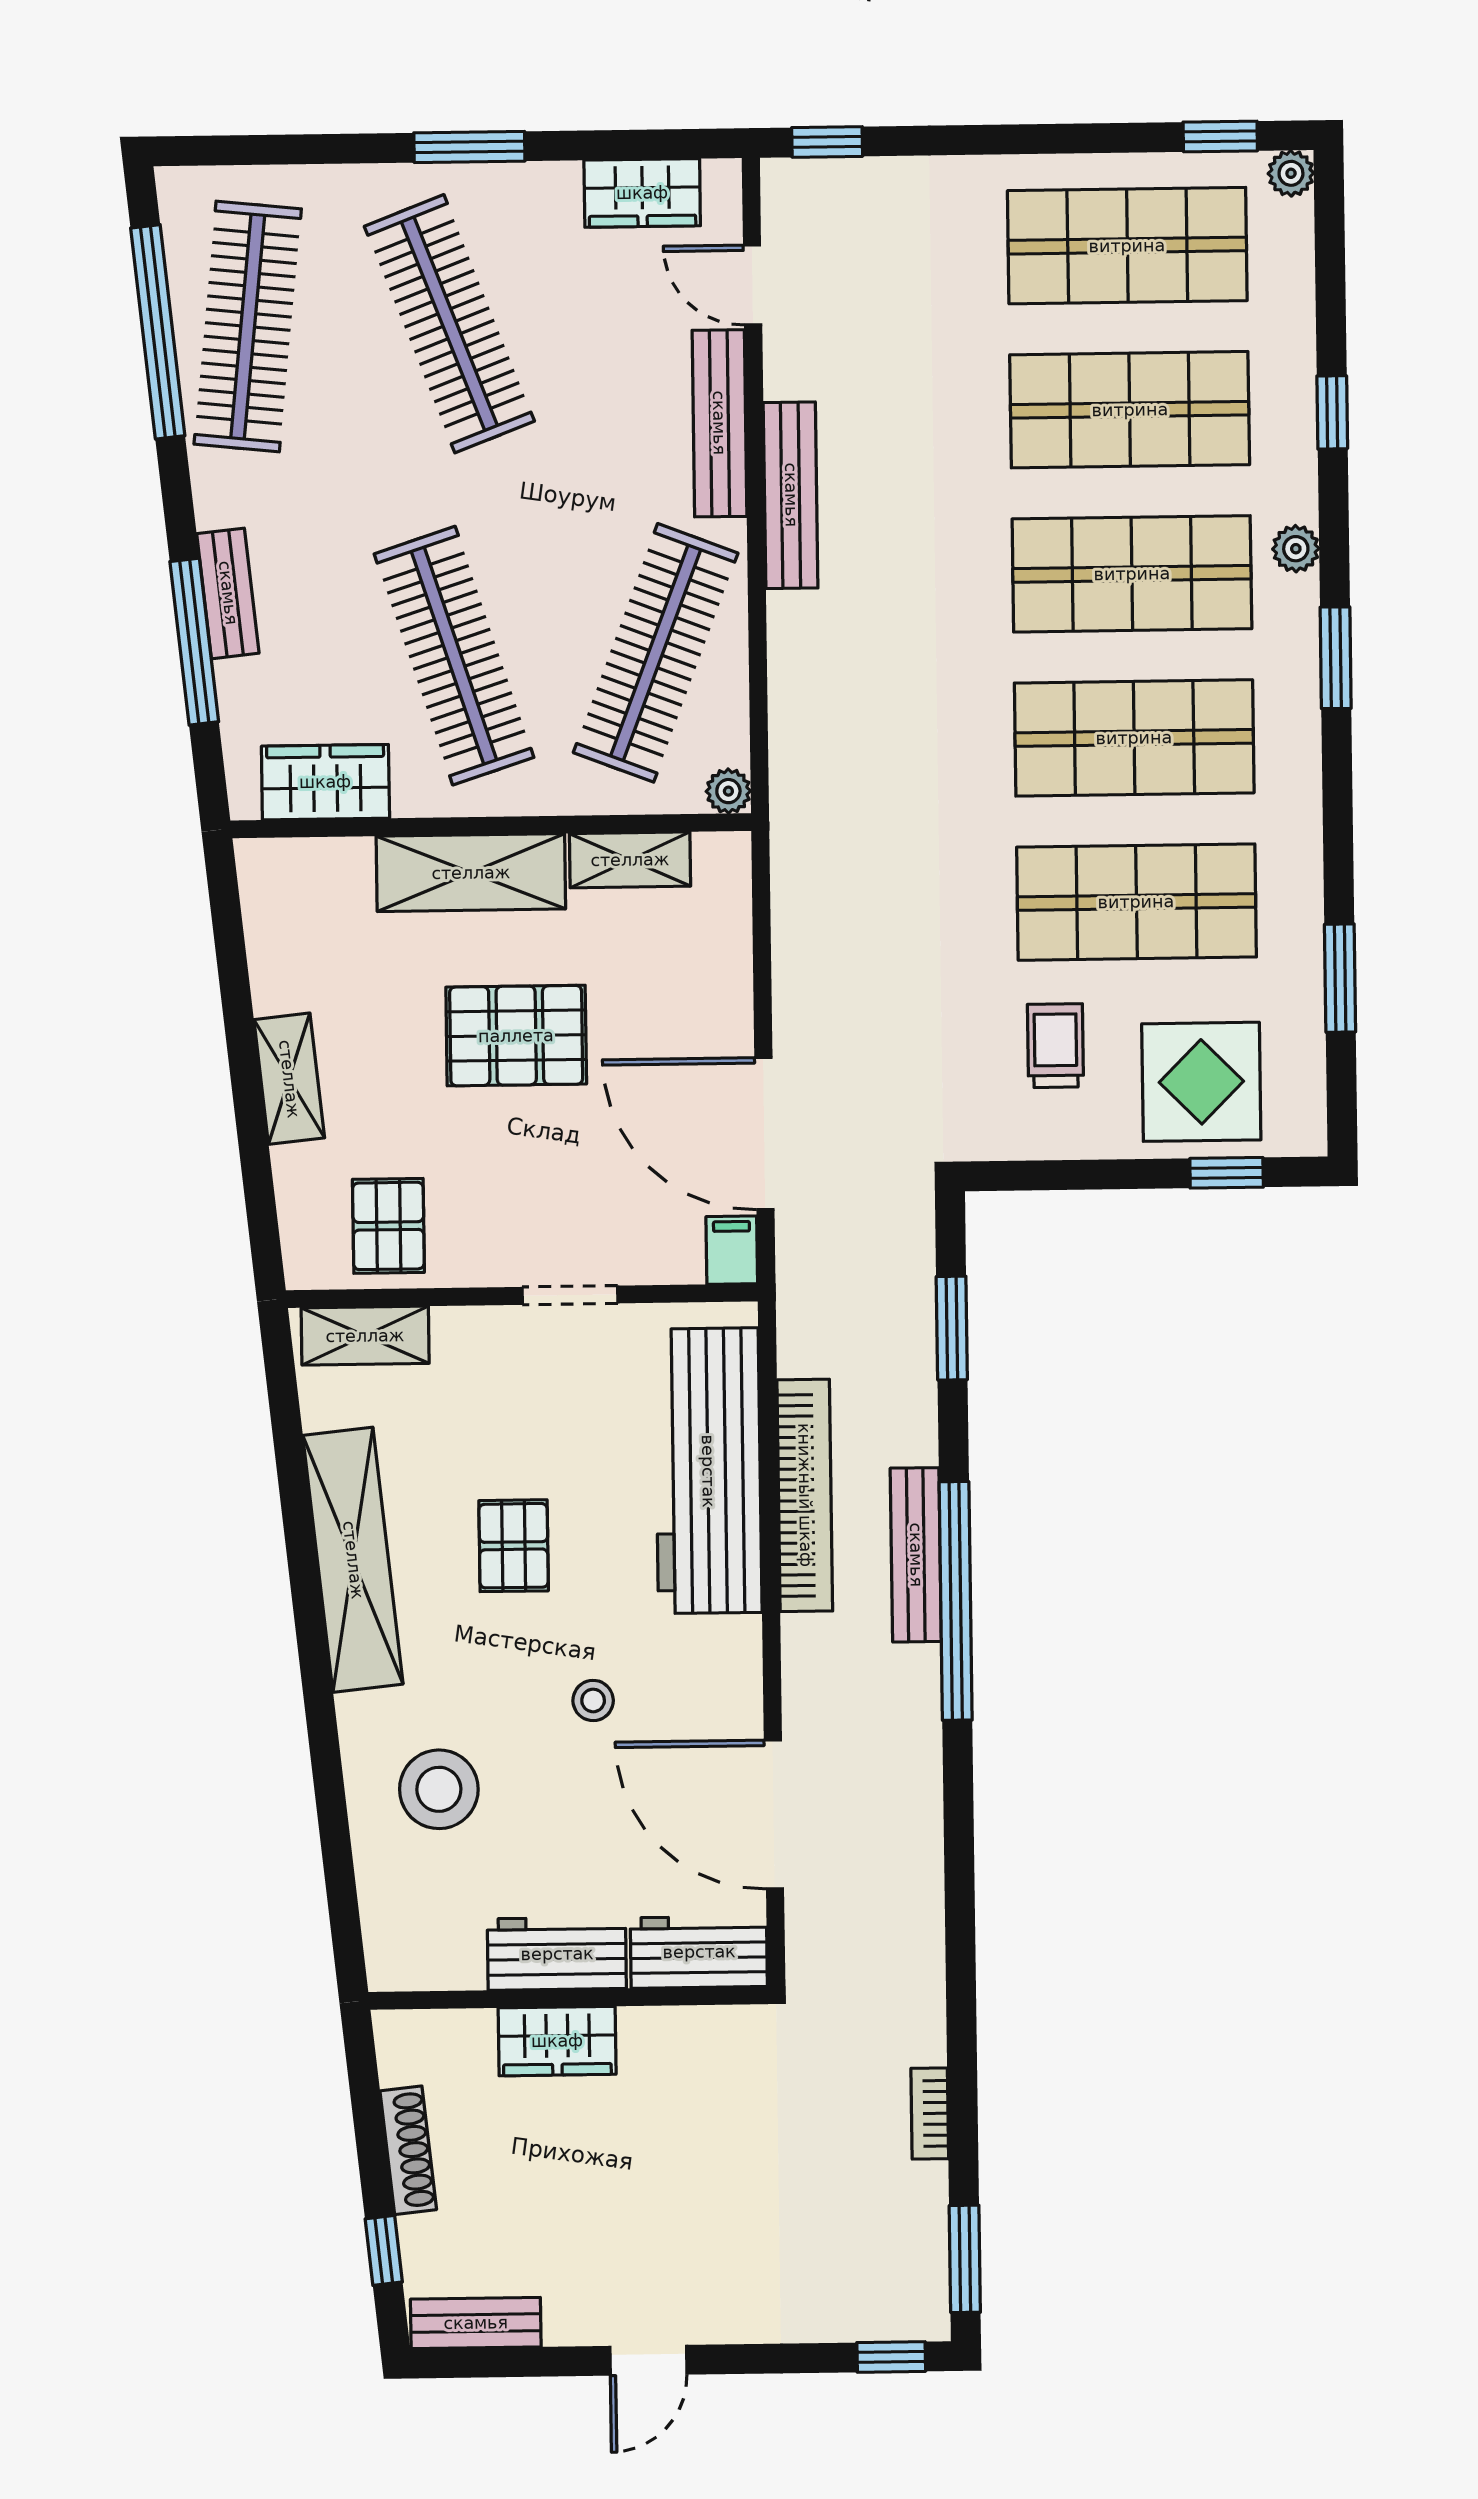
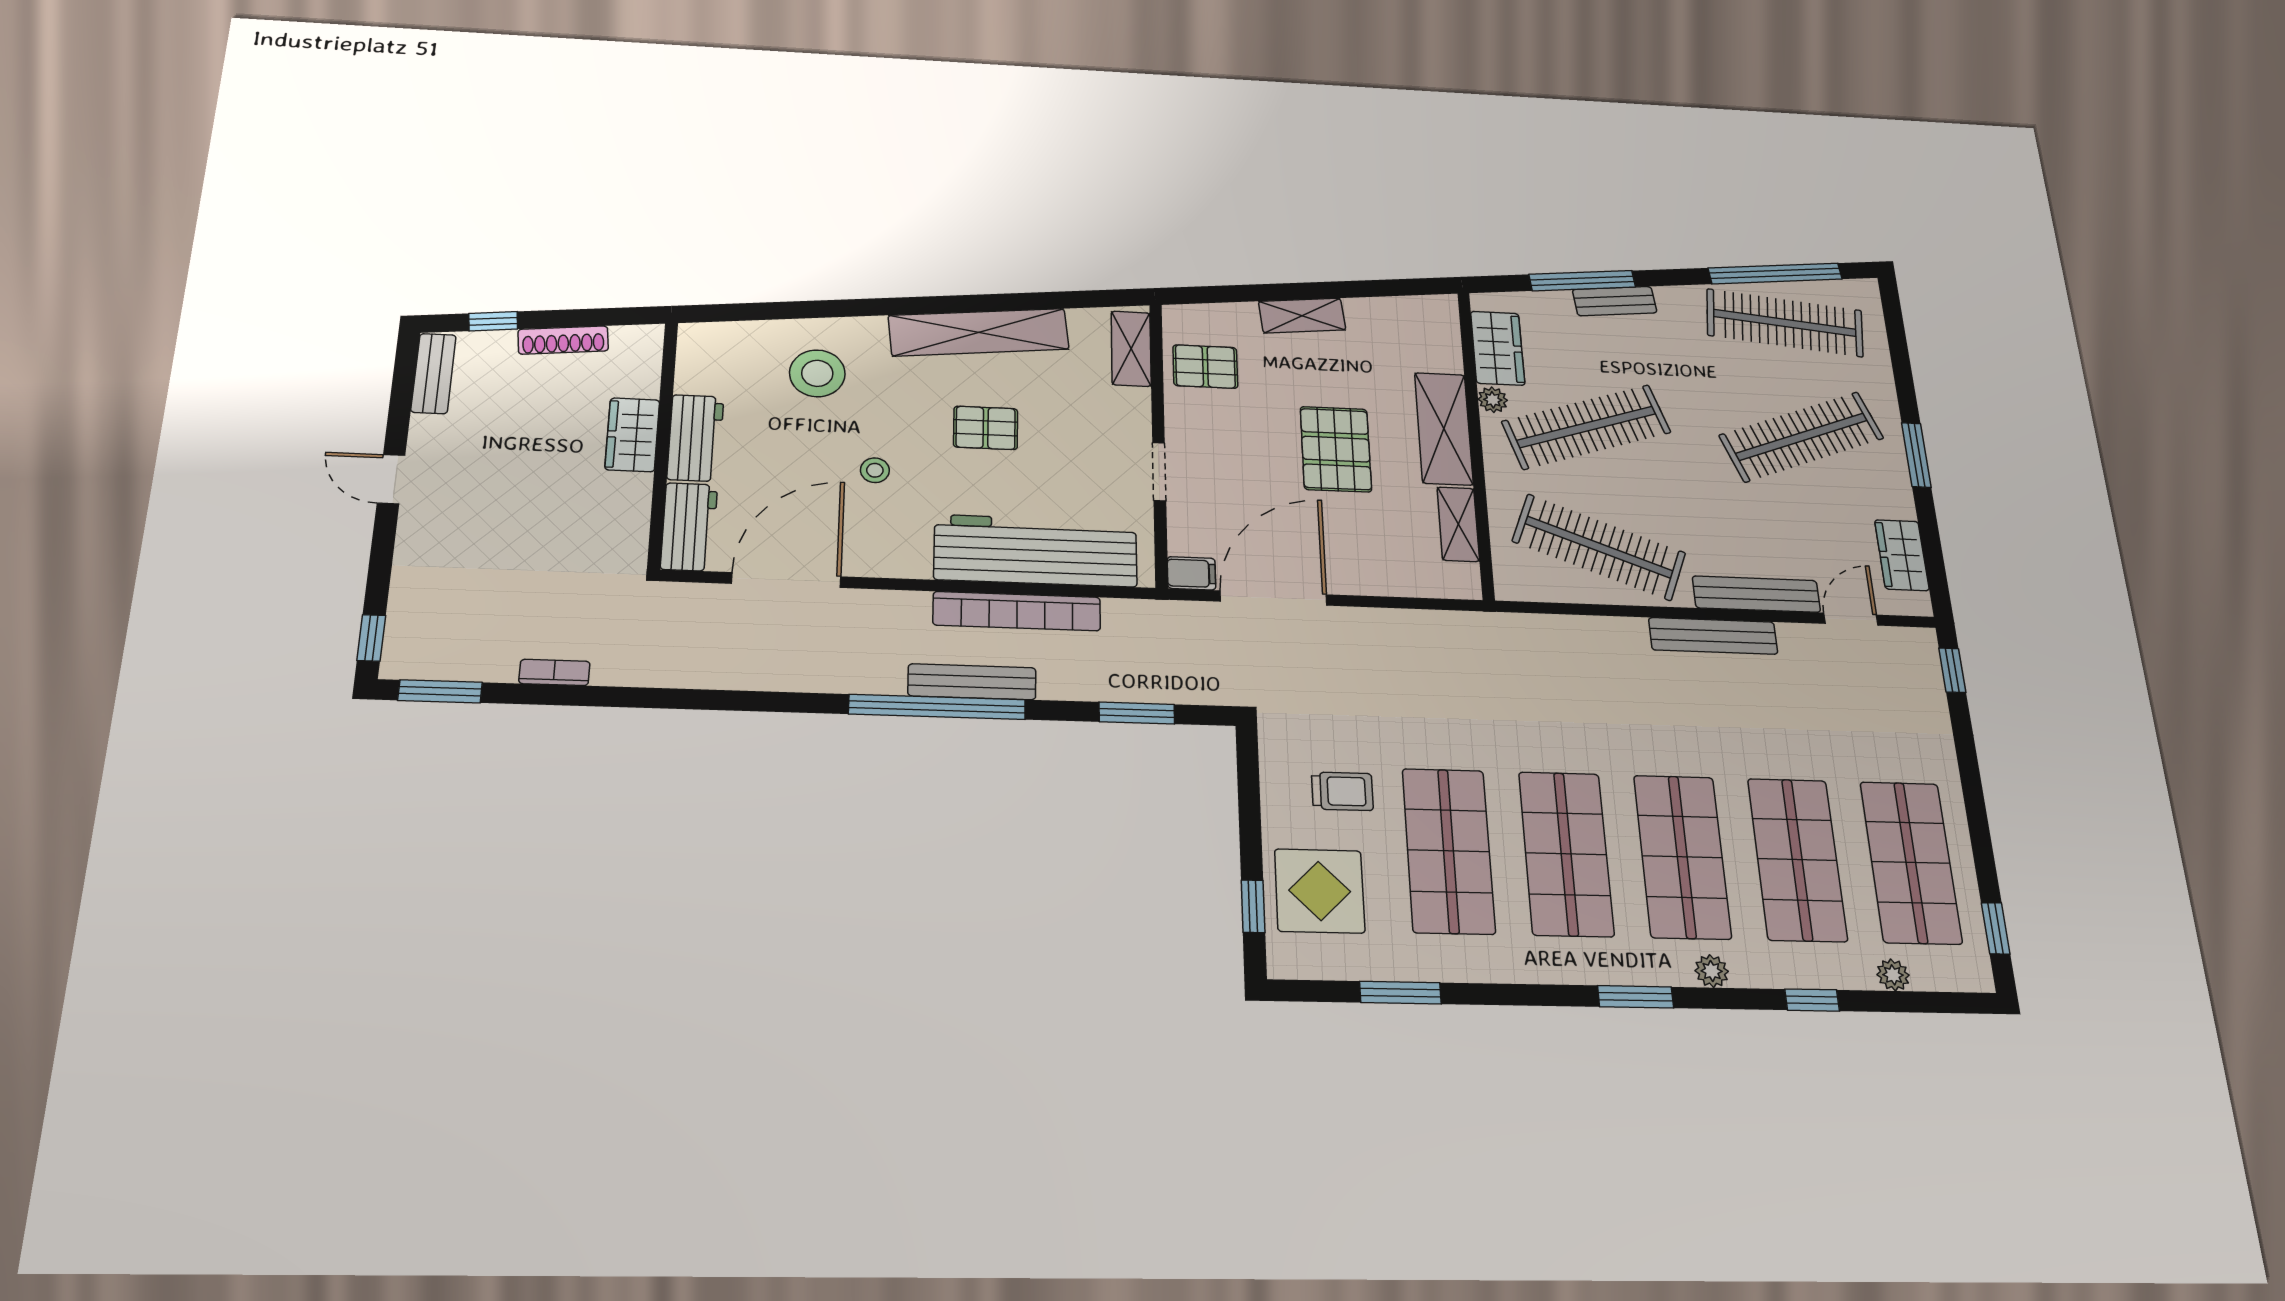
plant: (1291, 173) -> (1893, 975), moved
plant: (728, 791) -> (1493, 400), moved

